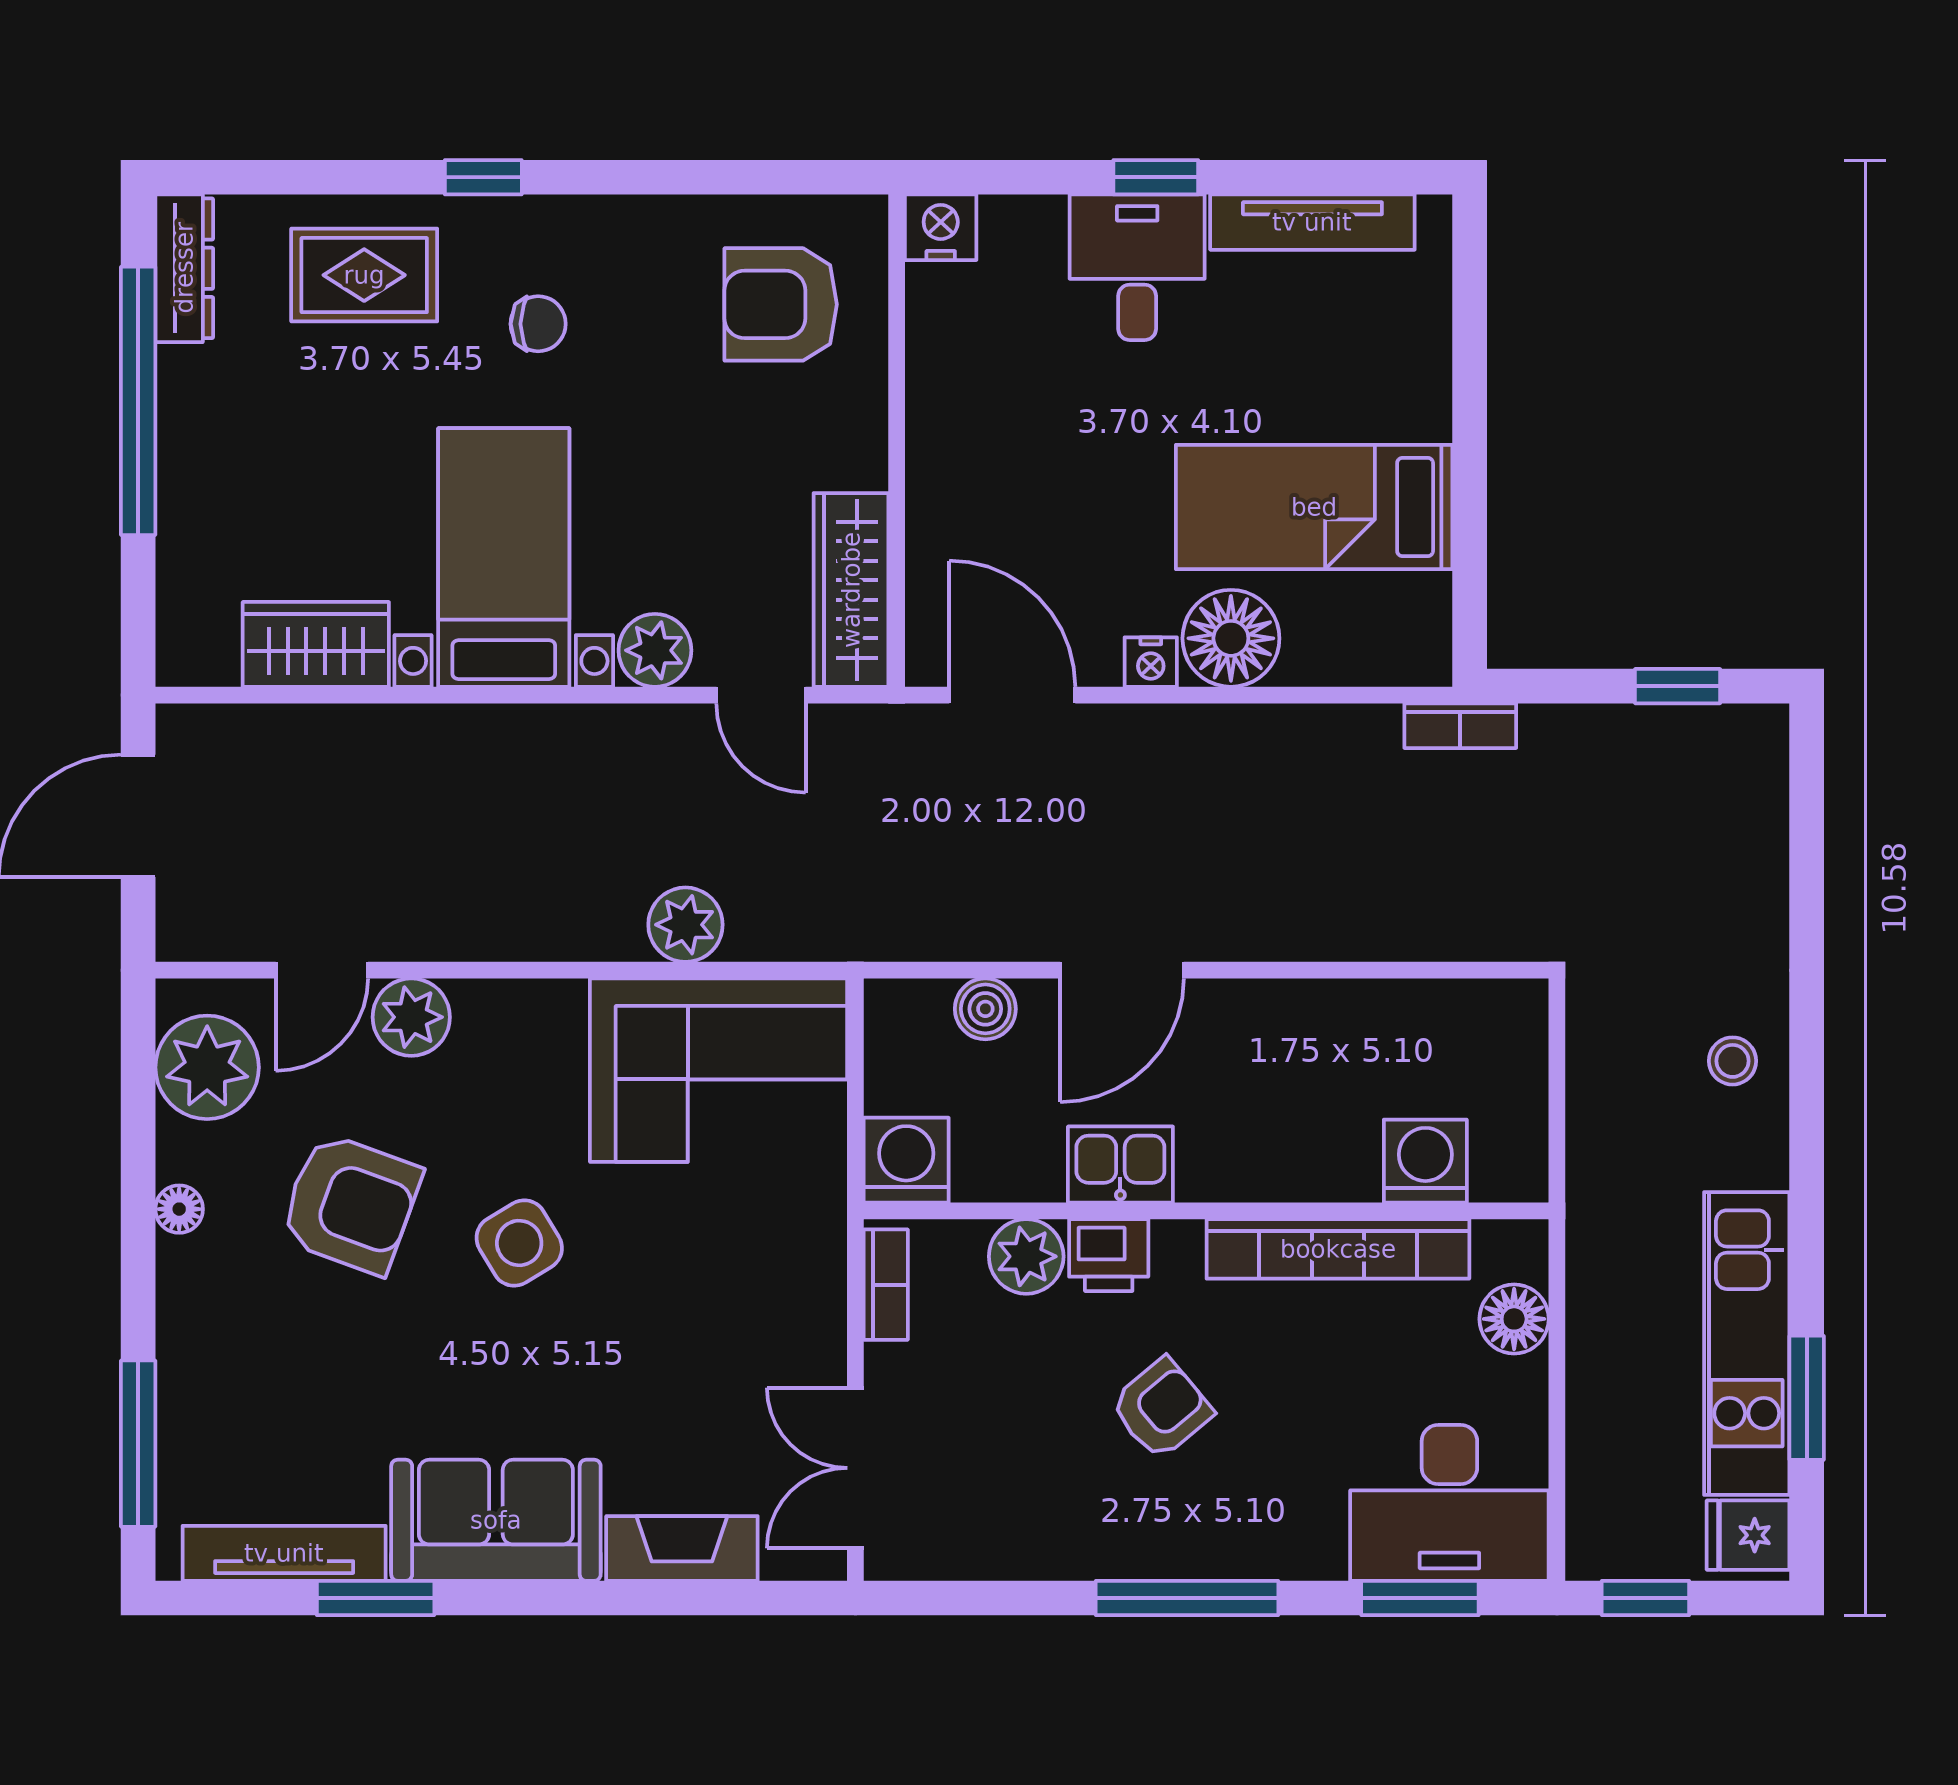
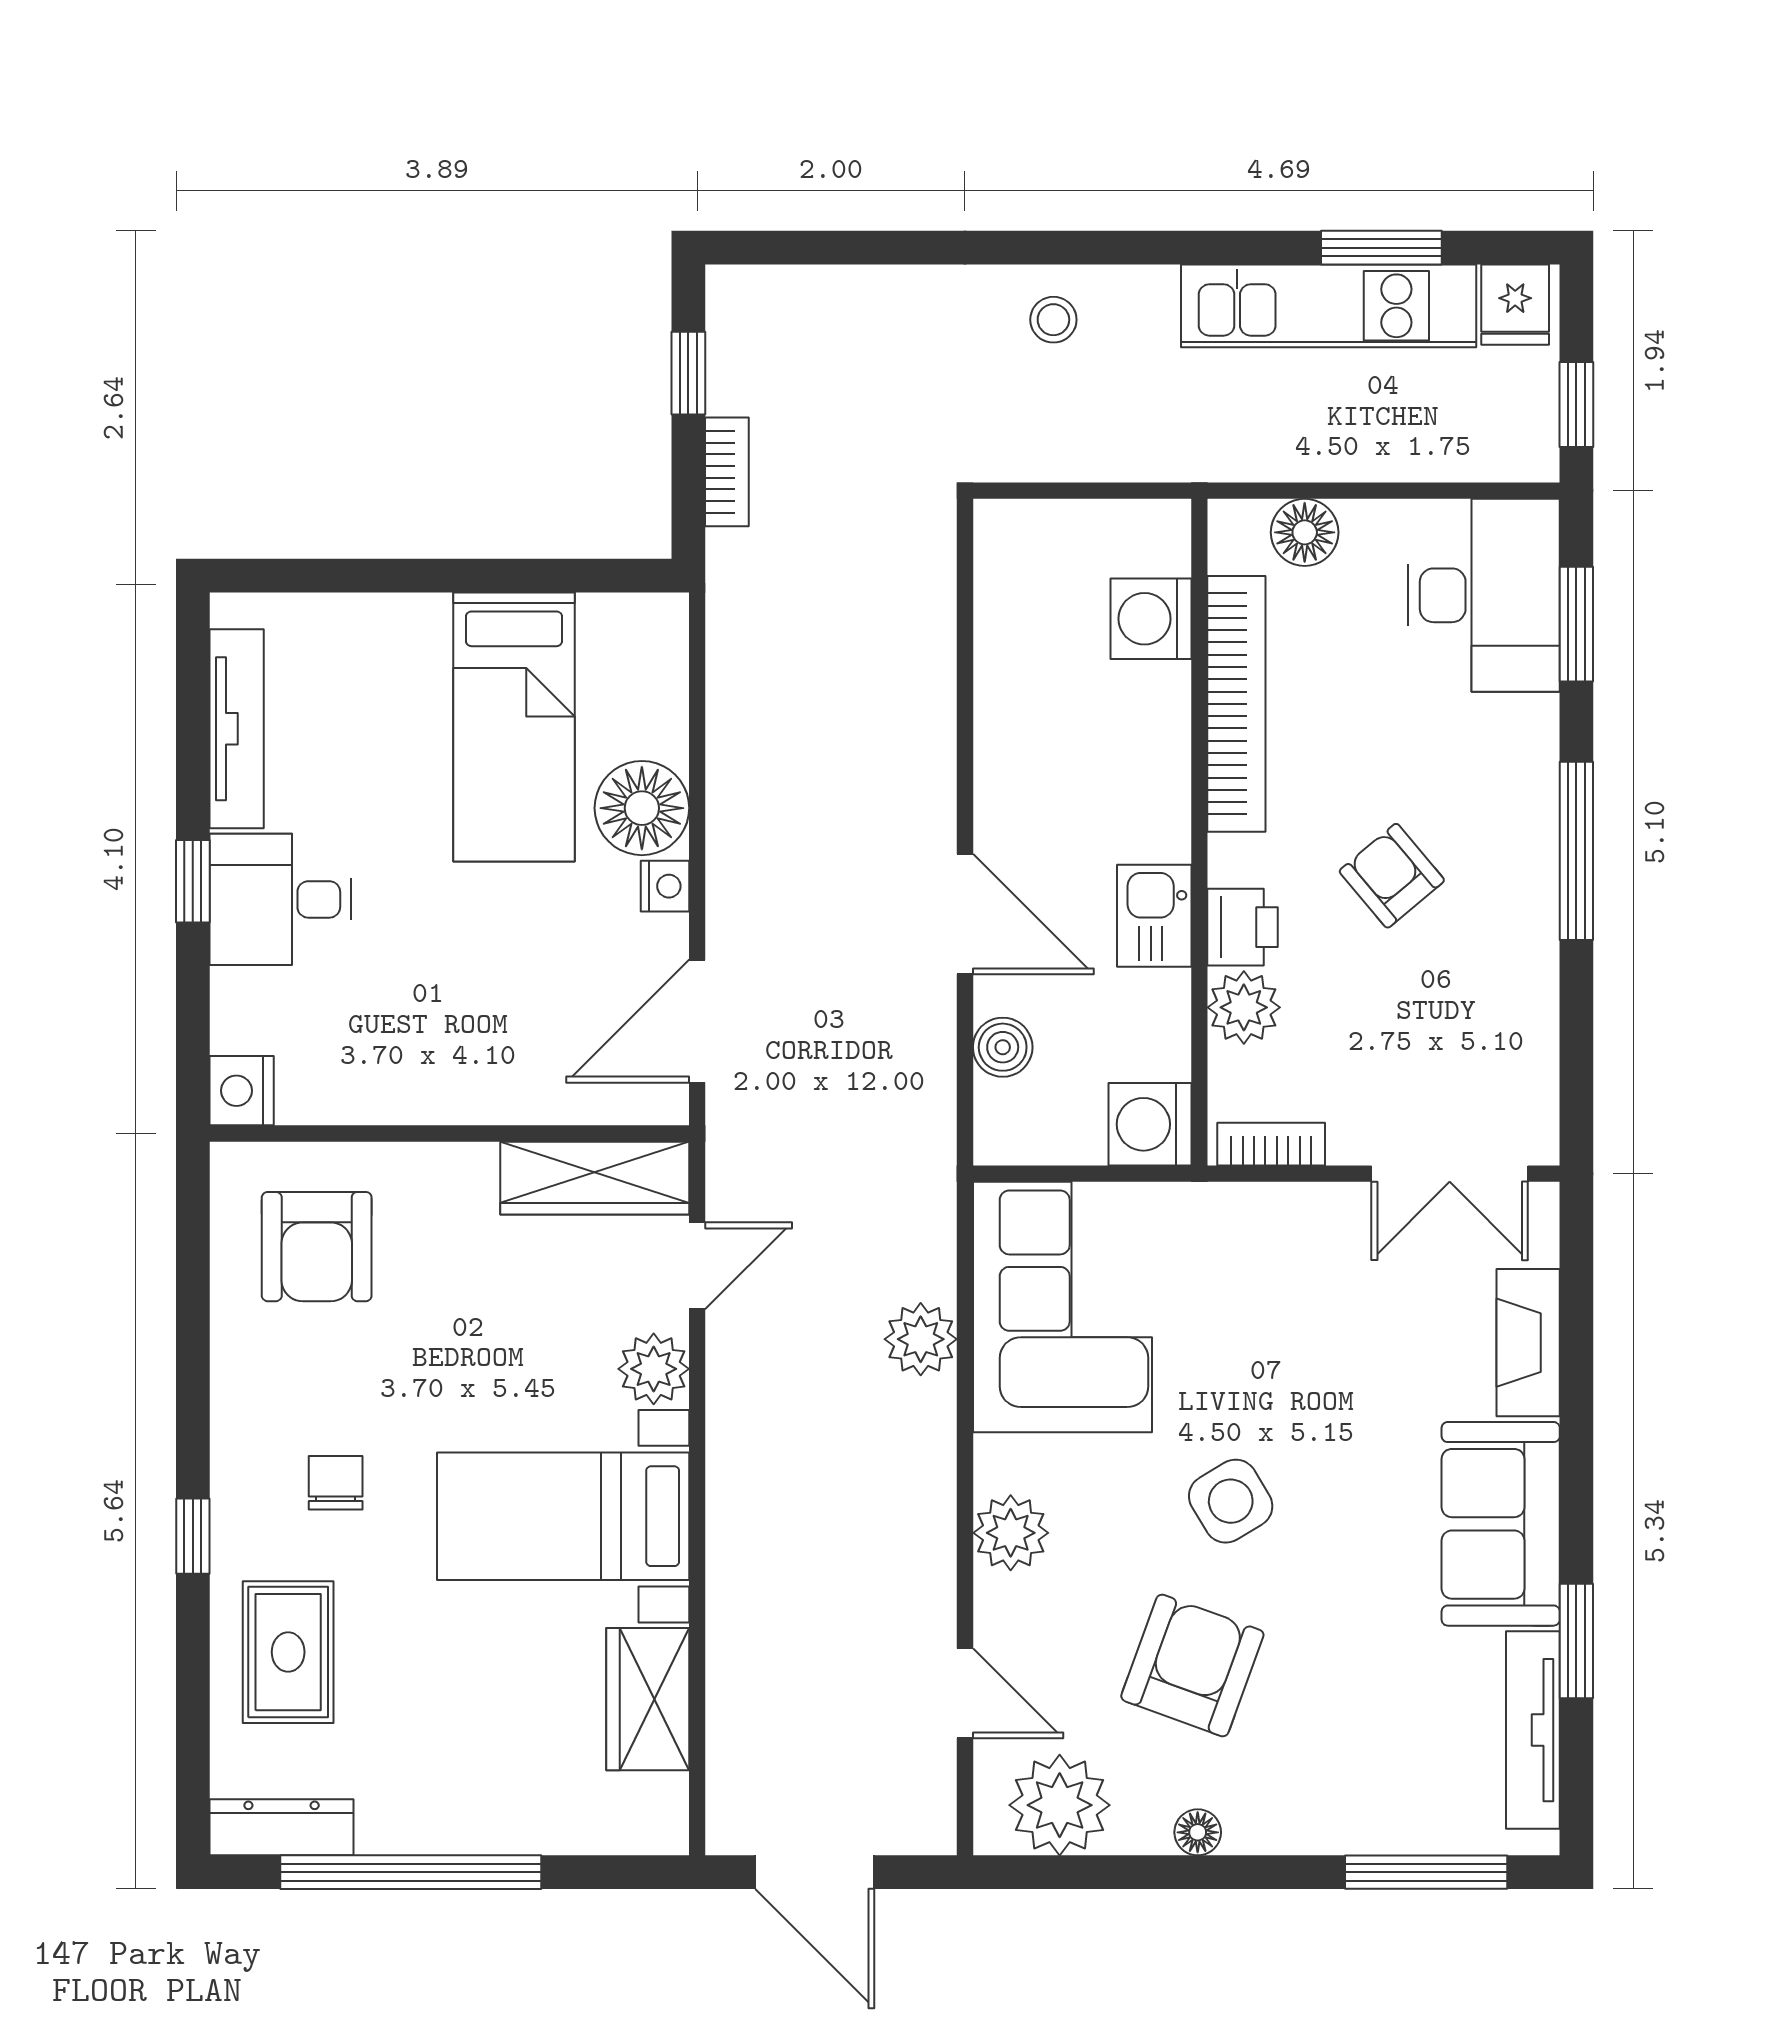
bookcase: (1460, 726) -> (727, 472), moved
plant: (411, 1017) -> (1011, 1533), moved

